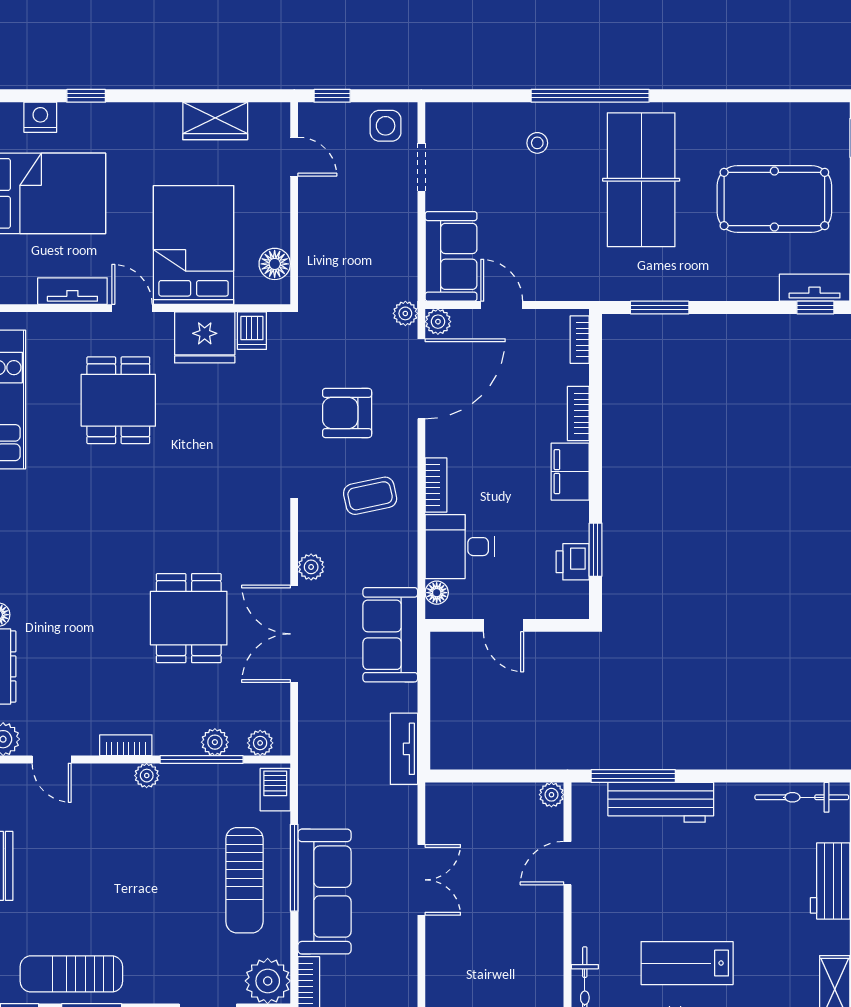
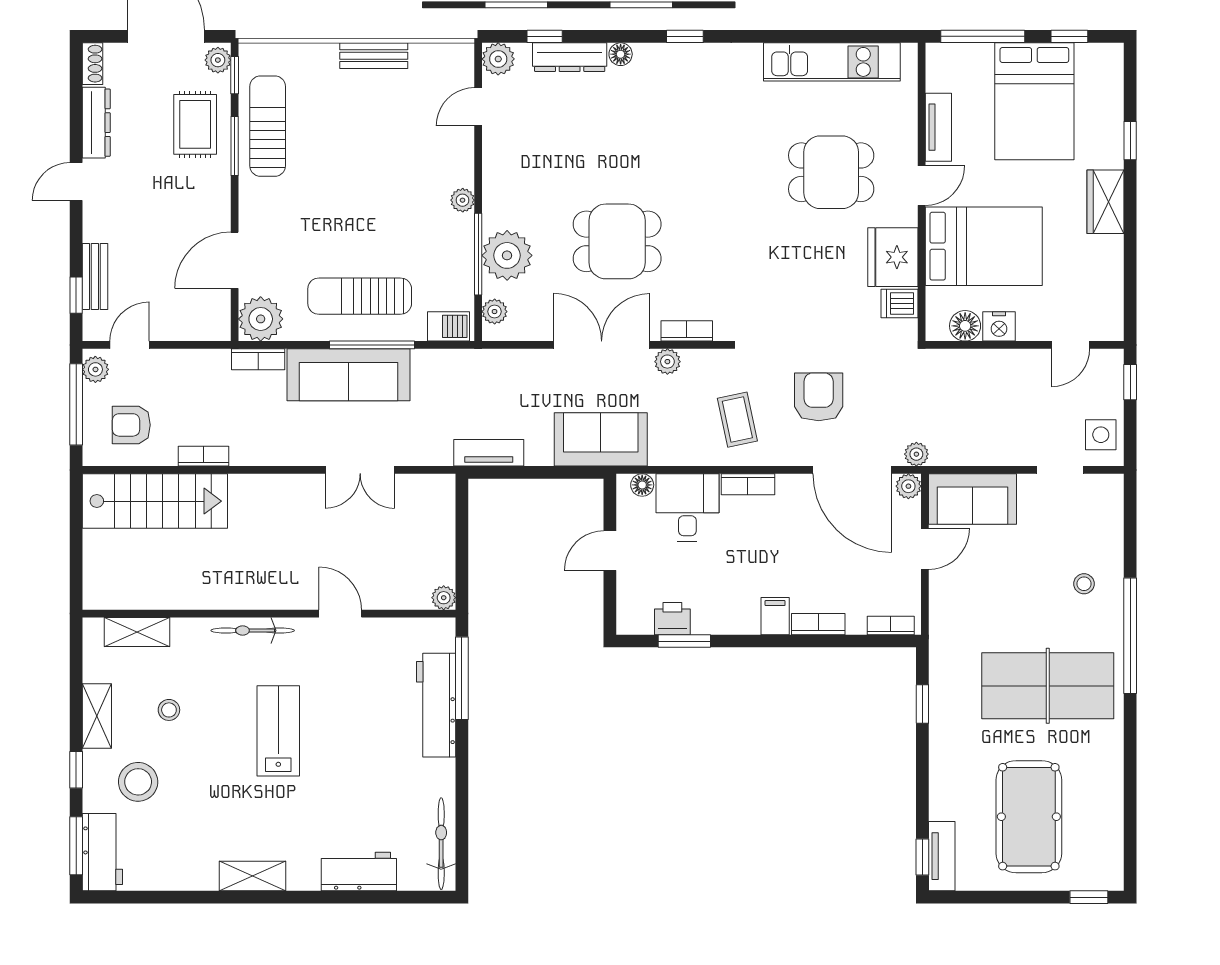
nightstand: (40, 117) -> (999, 326), moved, turned 90
wardrobe: (215, 121) -> (1106, 202), moved
window: (660, 308) -> (922, 704), width x0.67
filing cabinet: (570, 472) -> (775, 616), width x0.50
plant: (215, 742) -> (507, 255), width x1.87, depth x1.87
bookcase: (126, 745) -> (687, 331), moved, turned -90
door: (568, 863) -> (340, 614), moved

